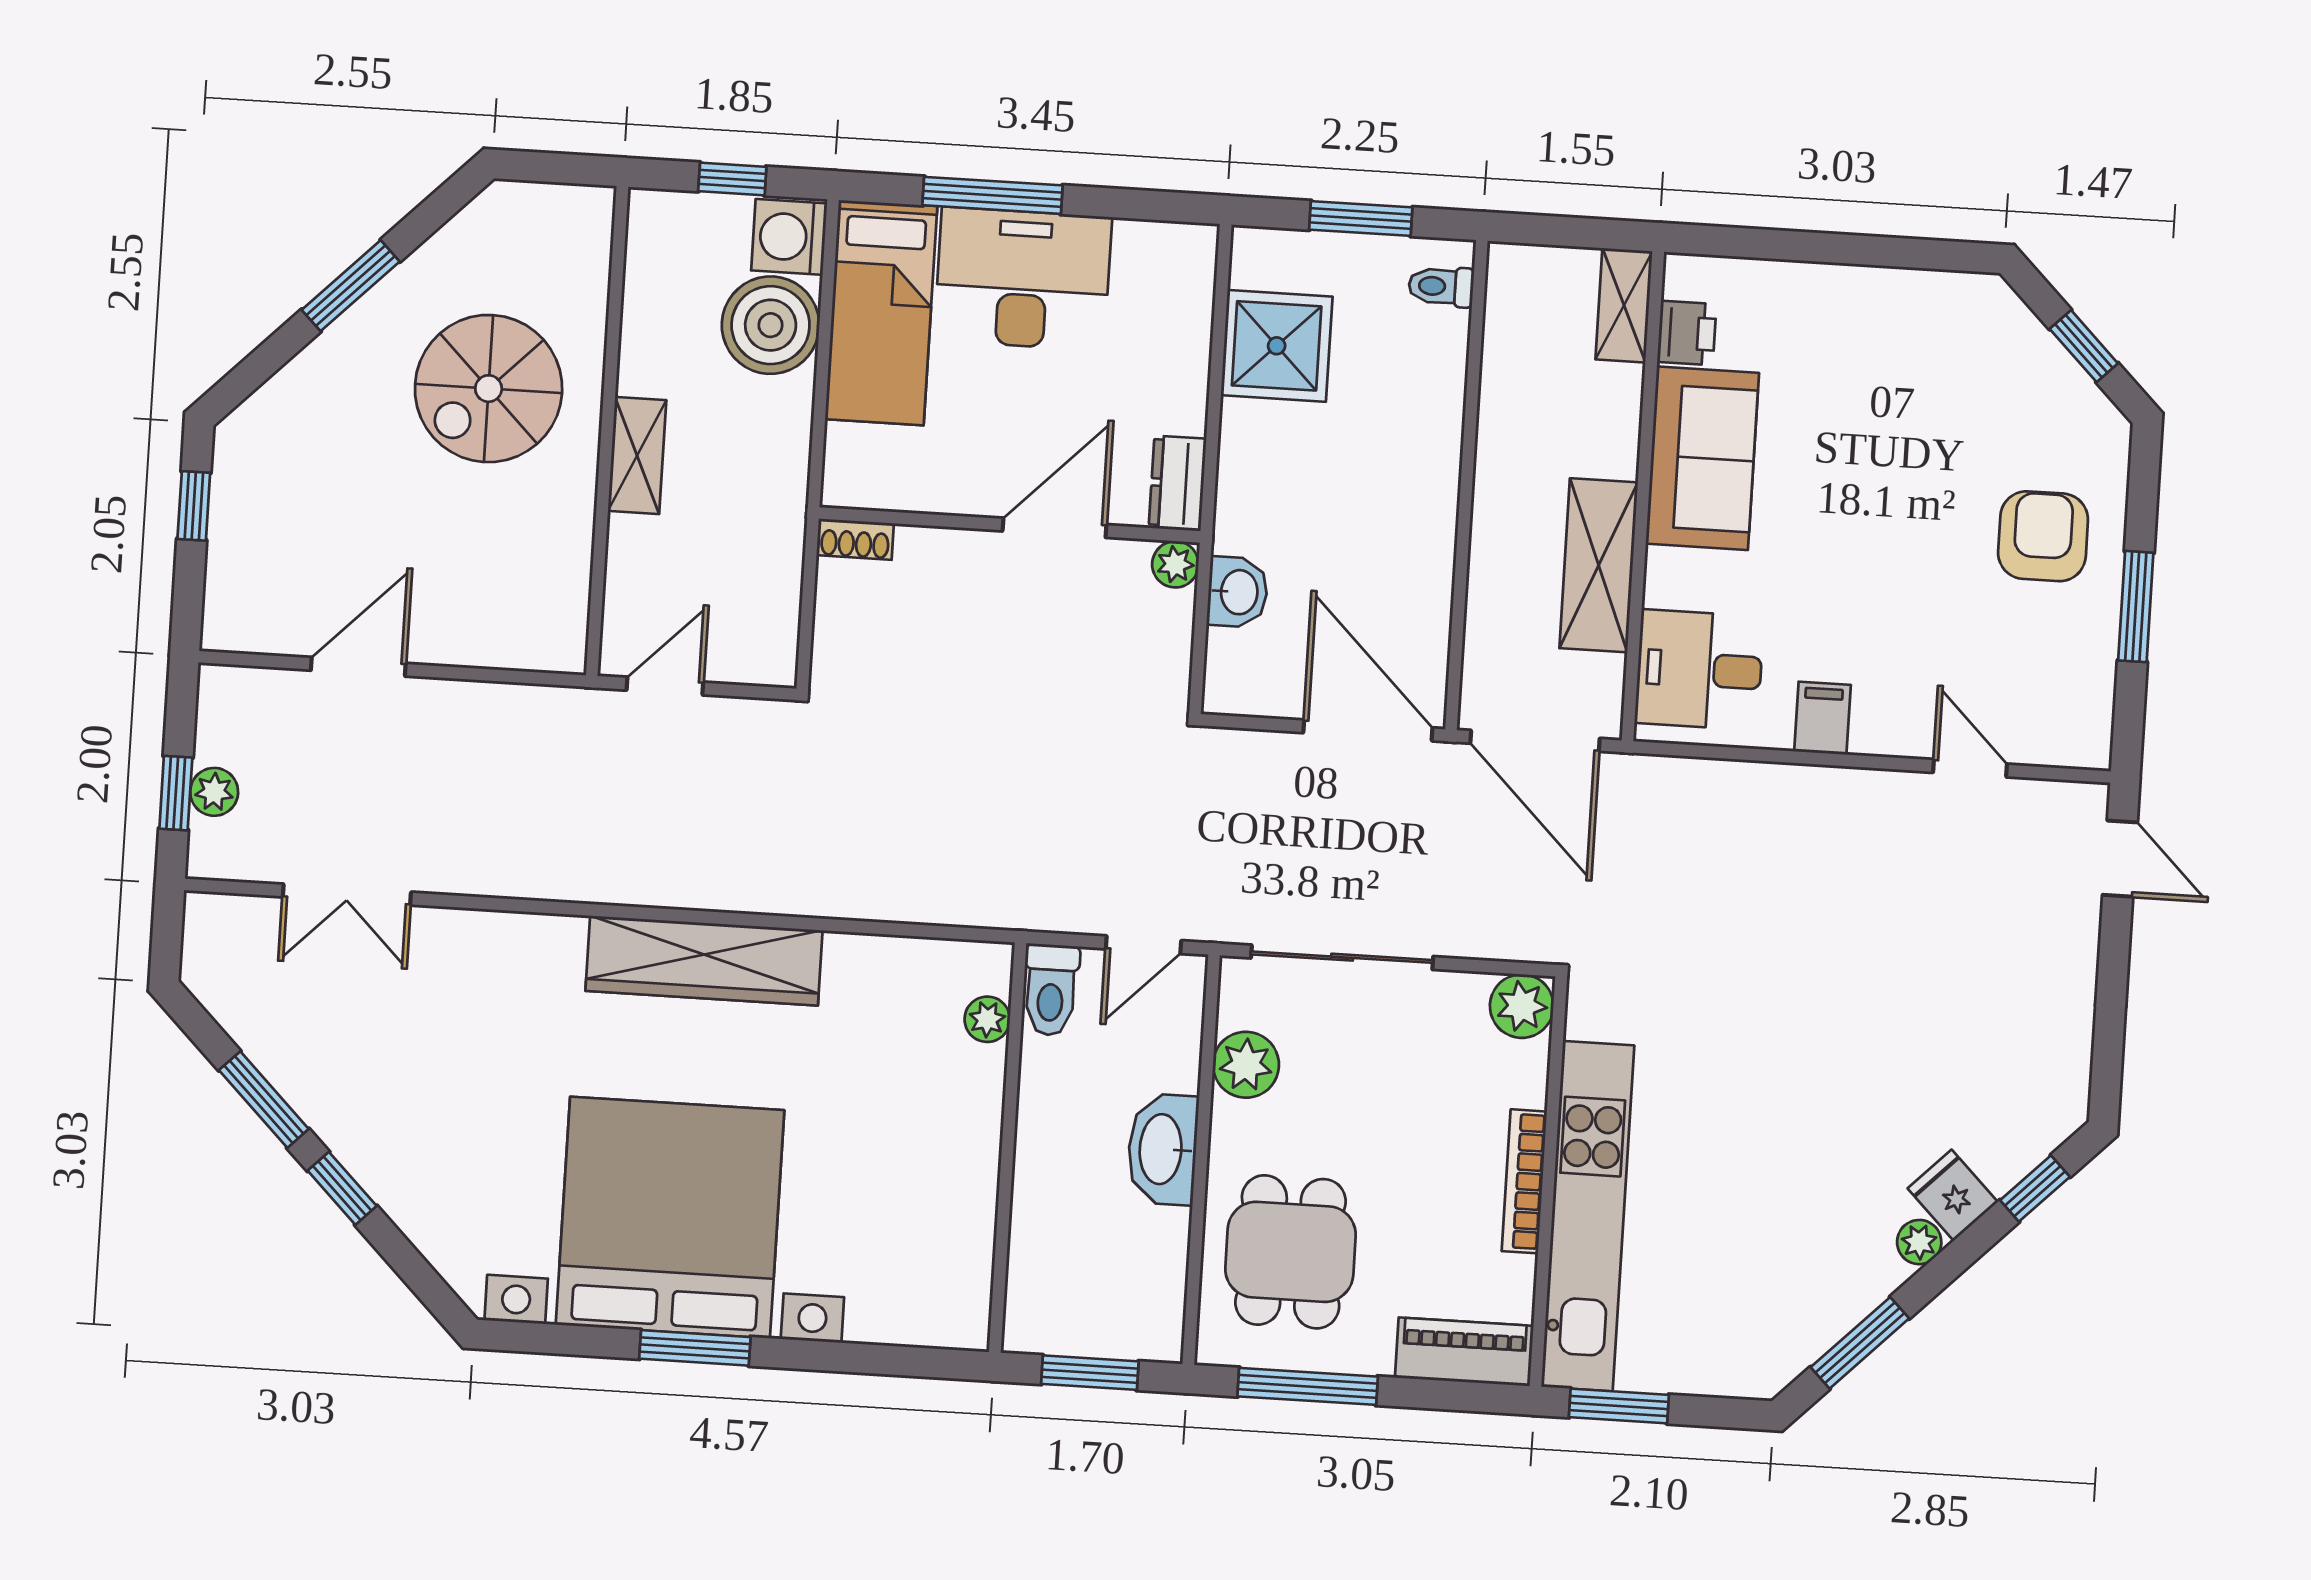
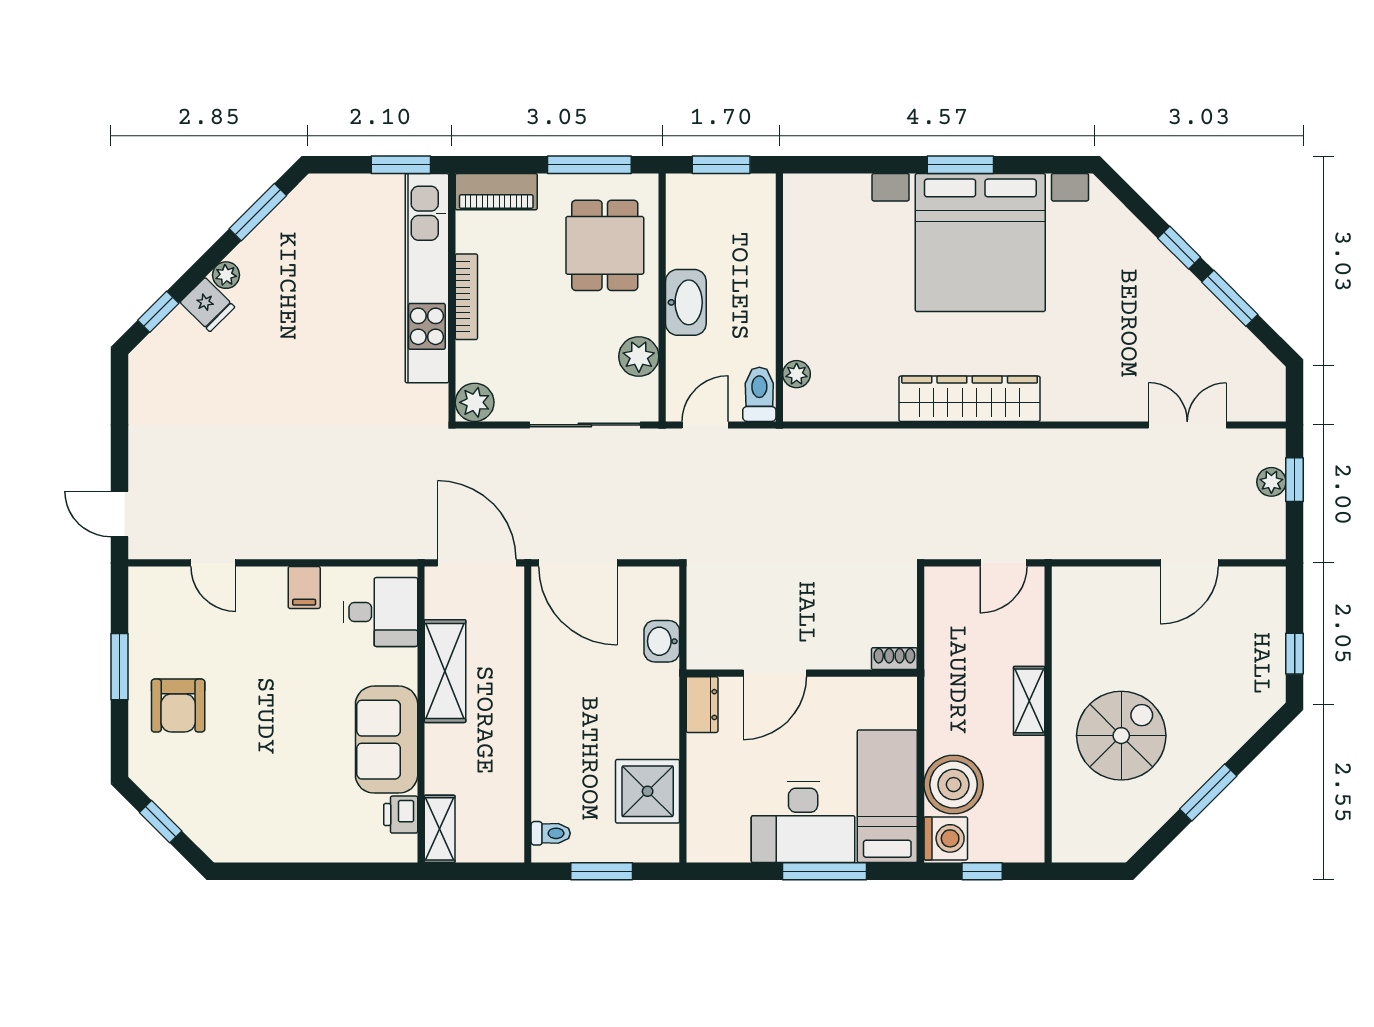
plant: (1175, 564) -> (700, 656), removed

